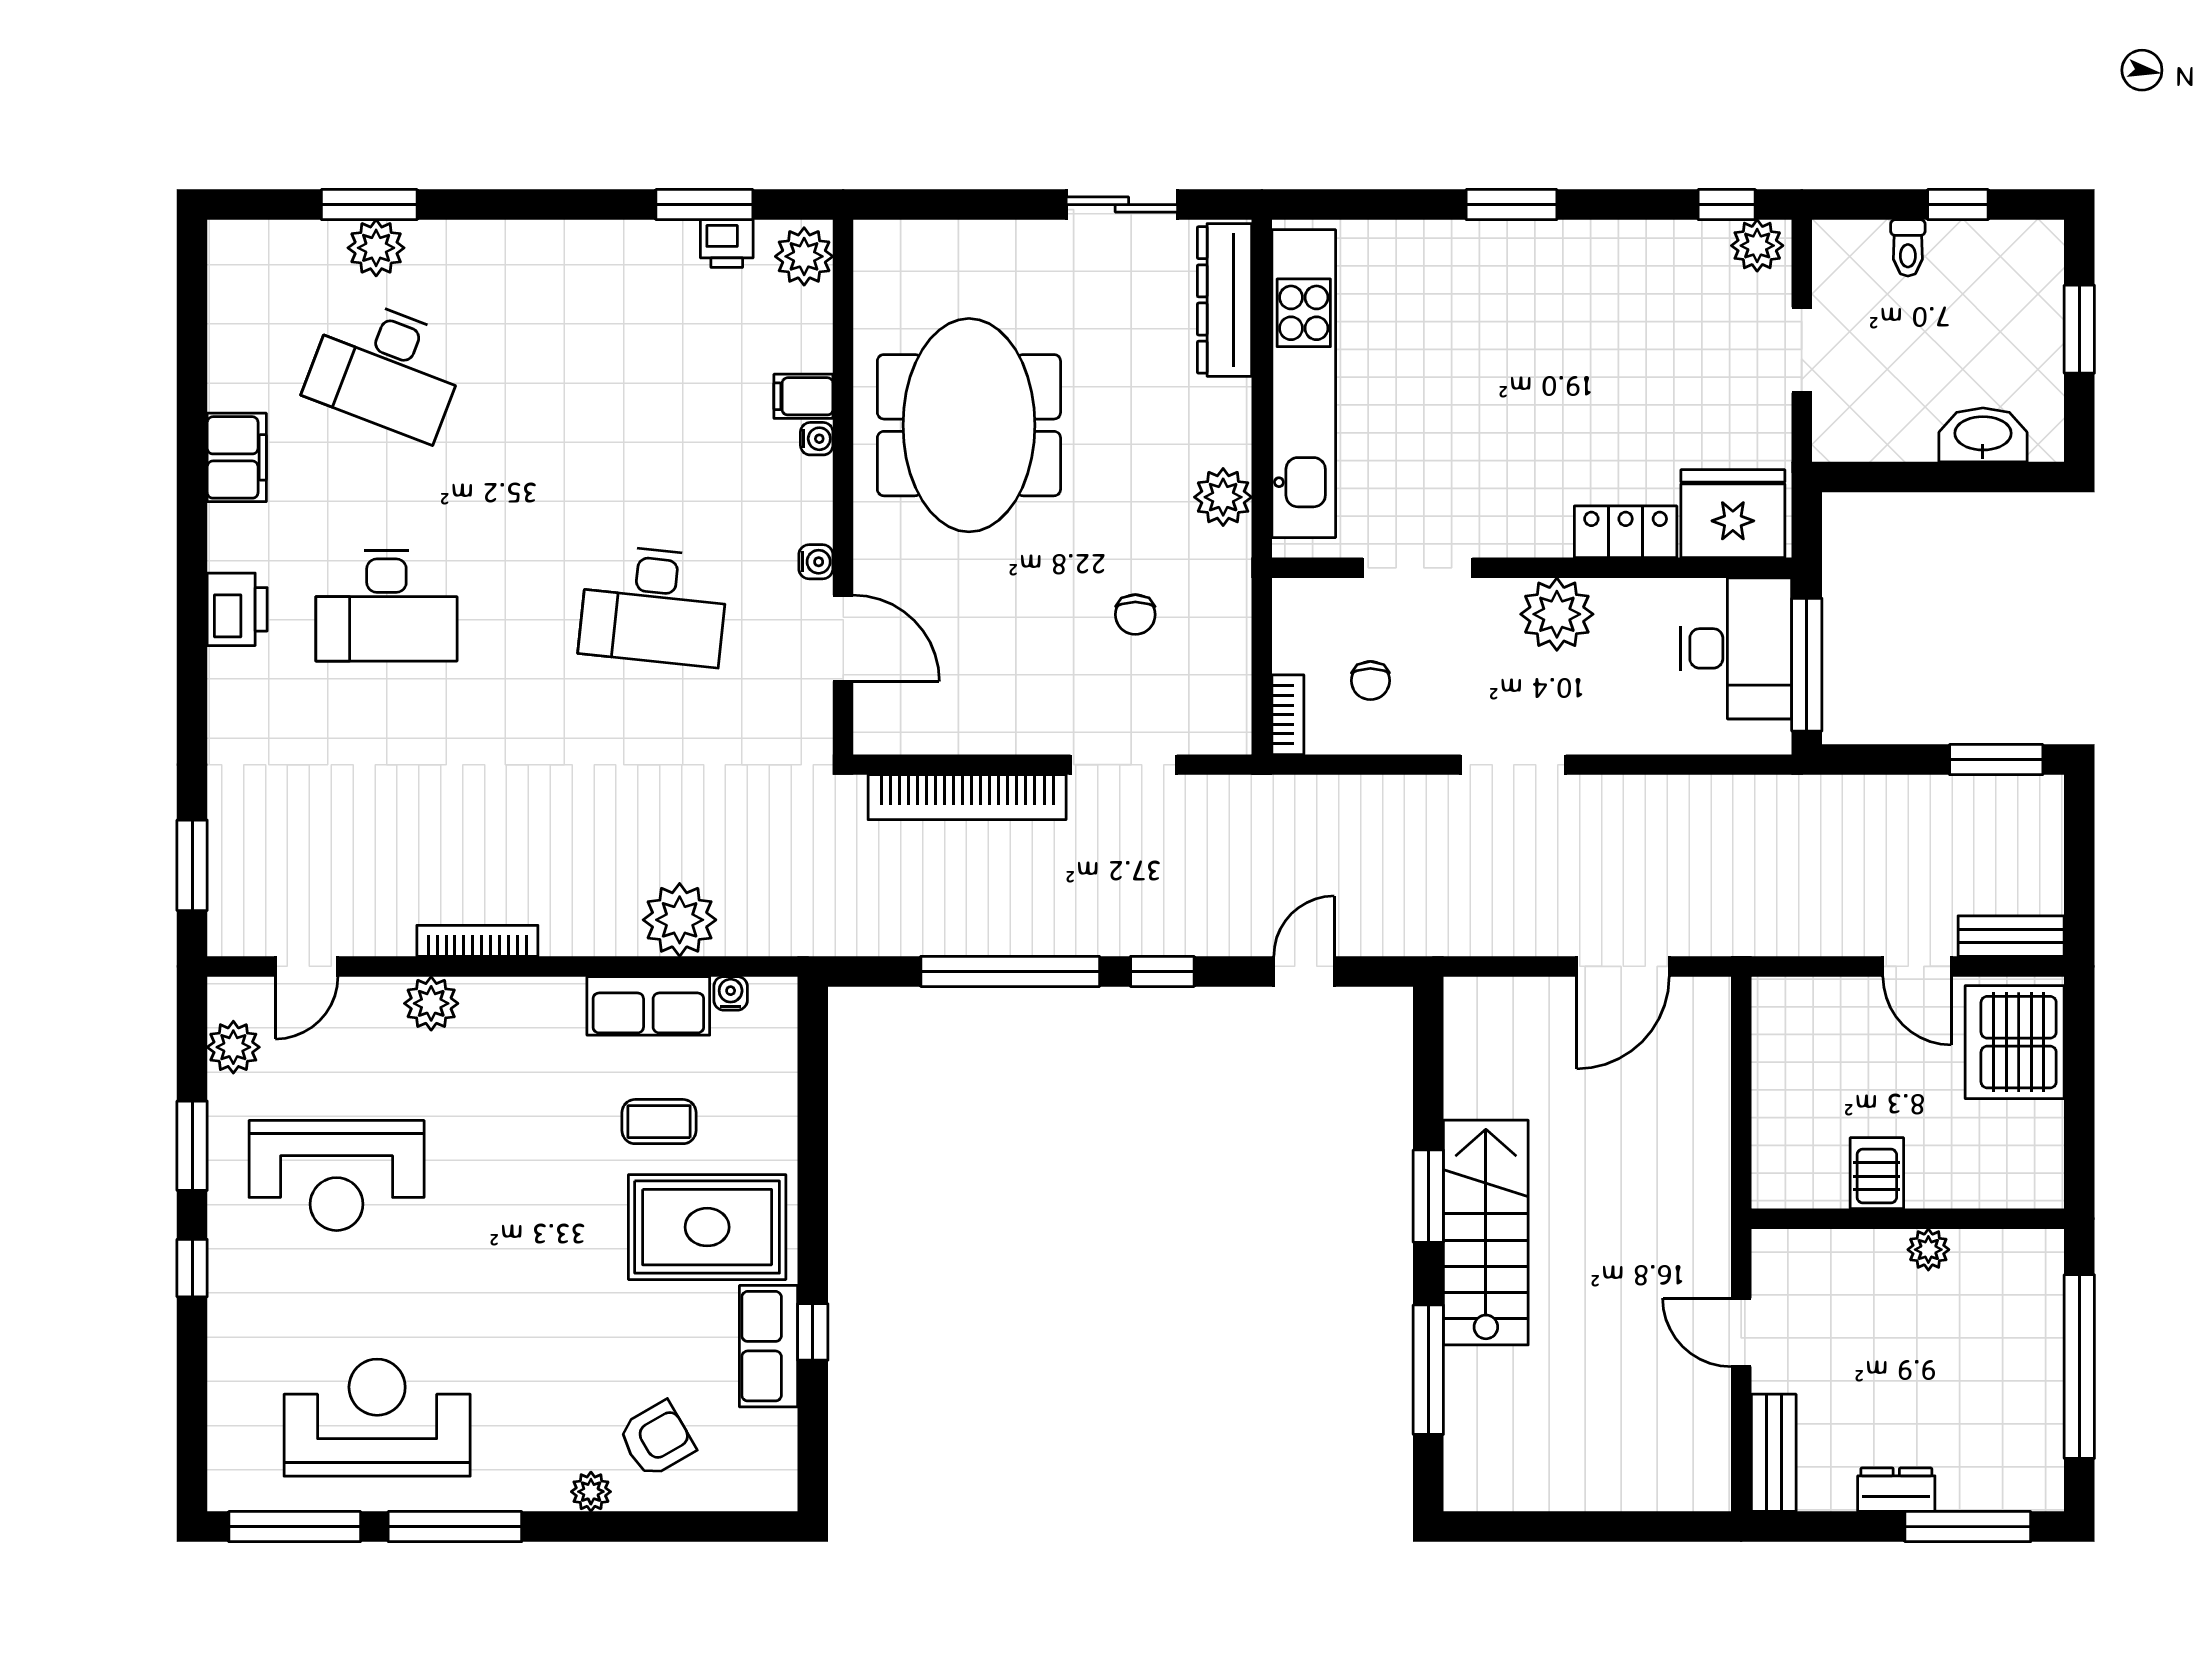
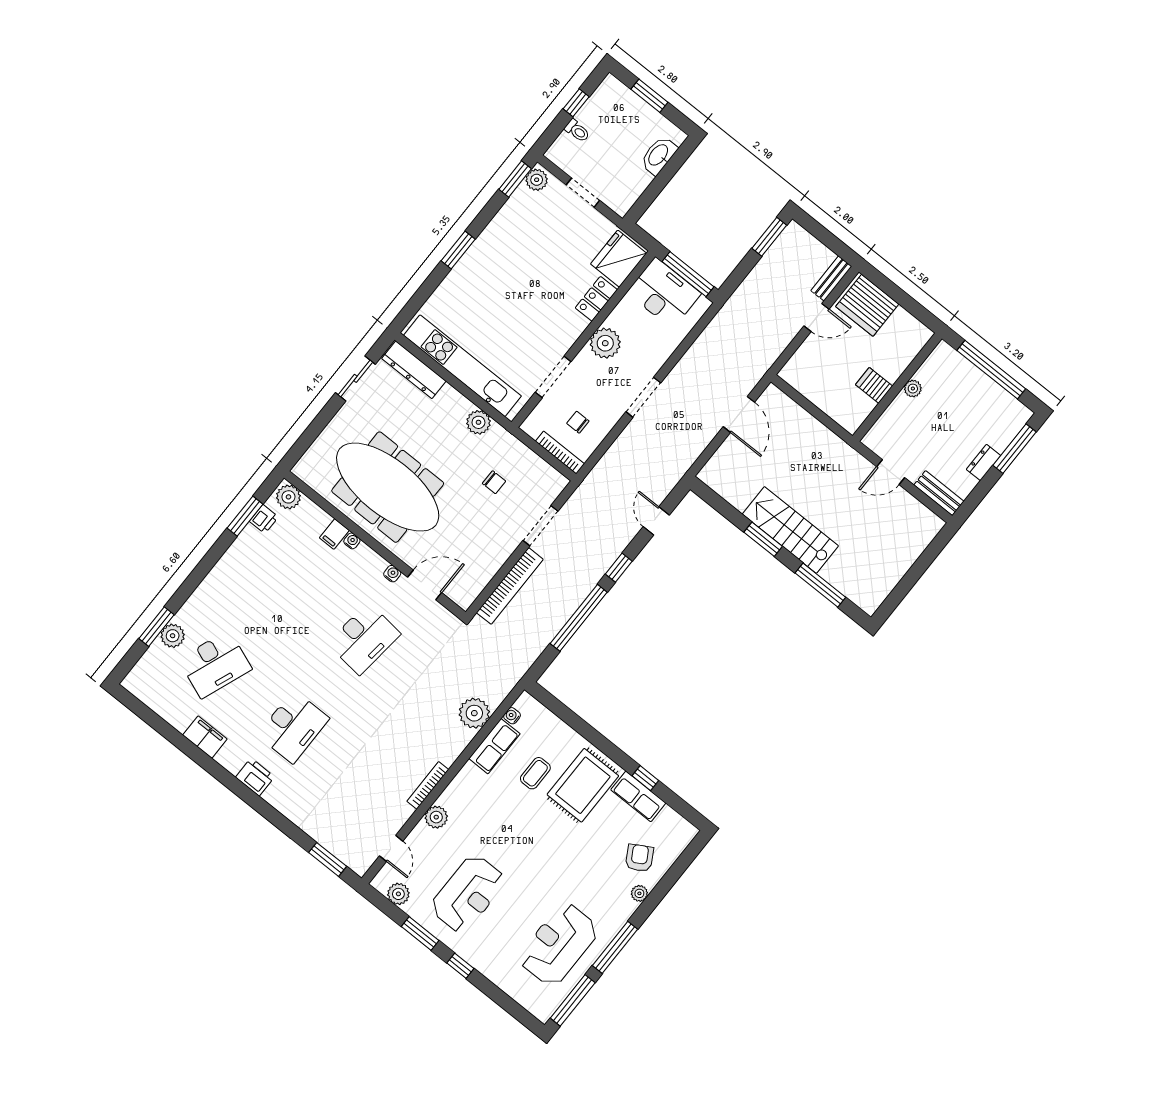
window: (1727, 205) -> (515, 179), width x1.50
meeting table: (969, 425) -> (388, 487), width x1.36
chair: (1370, 681) -> (578, 422), turned 180
bookcase: (1288, 715) -> (560, 452), width x1.56

